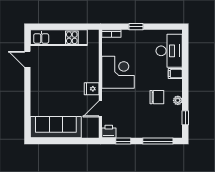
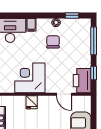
fridge: (92, 89) -> (32, 102), moved
printer: (109, 132) -> (82, 81), width x1.87, depth x1.48

